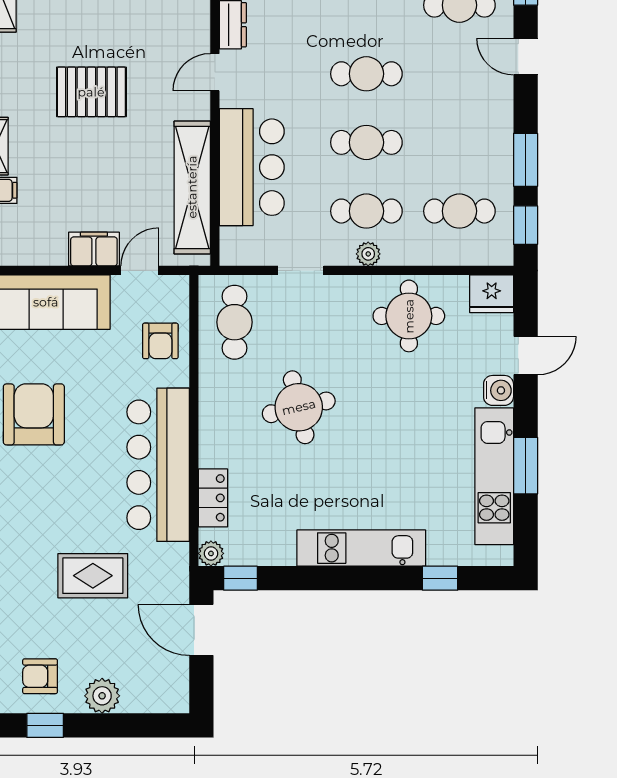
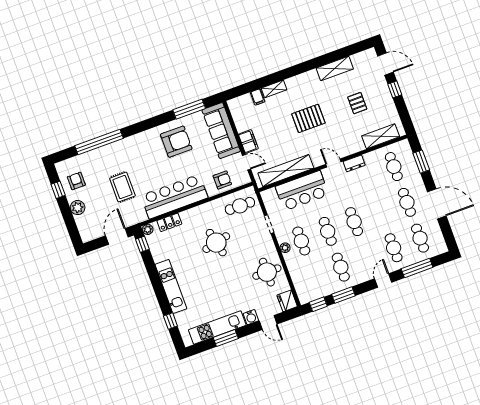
pallet: (91, 92) -> (308, 118), turned 90
cafe table: (459, 211) -> (341, 267), moved
armchair: (160, 341) -> (222, 180), turned 180

